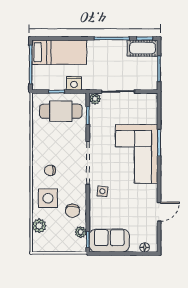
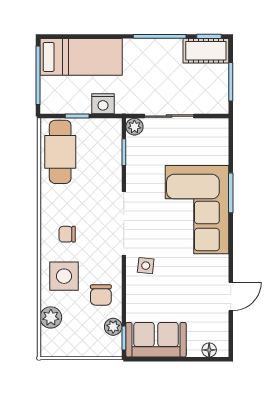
cafe table: (61, 111) -> (60, 152), moved, turned 90

